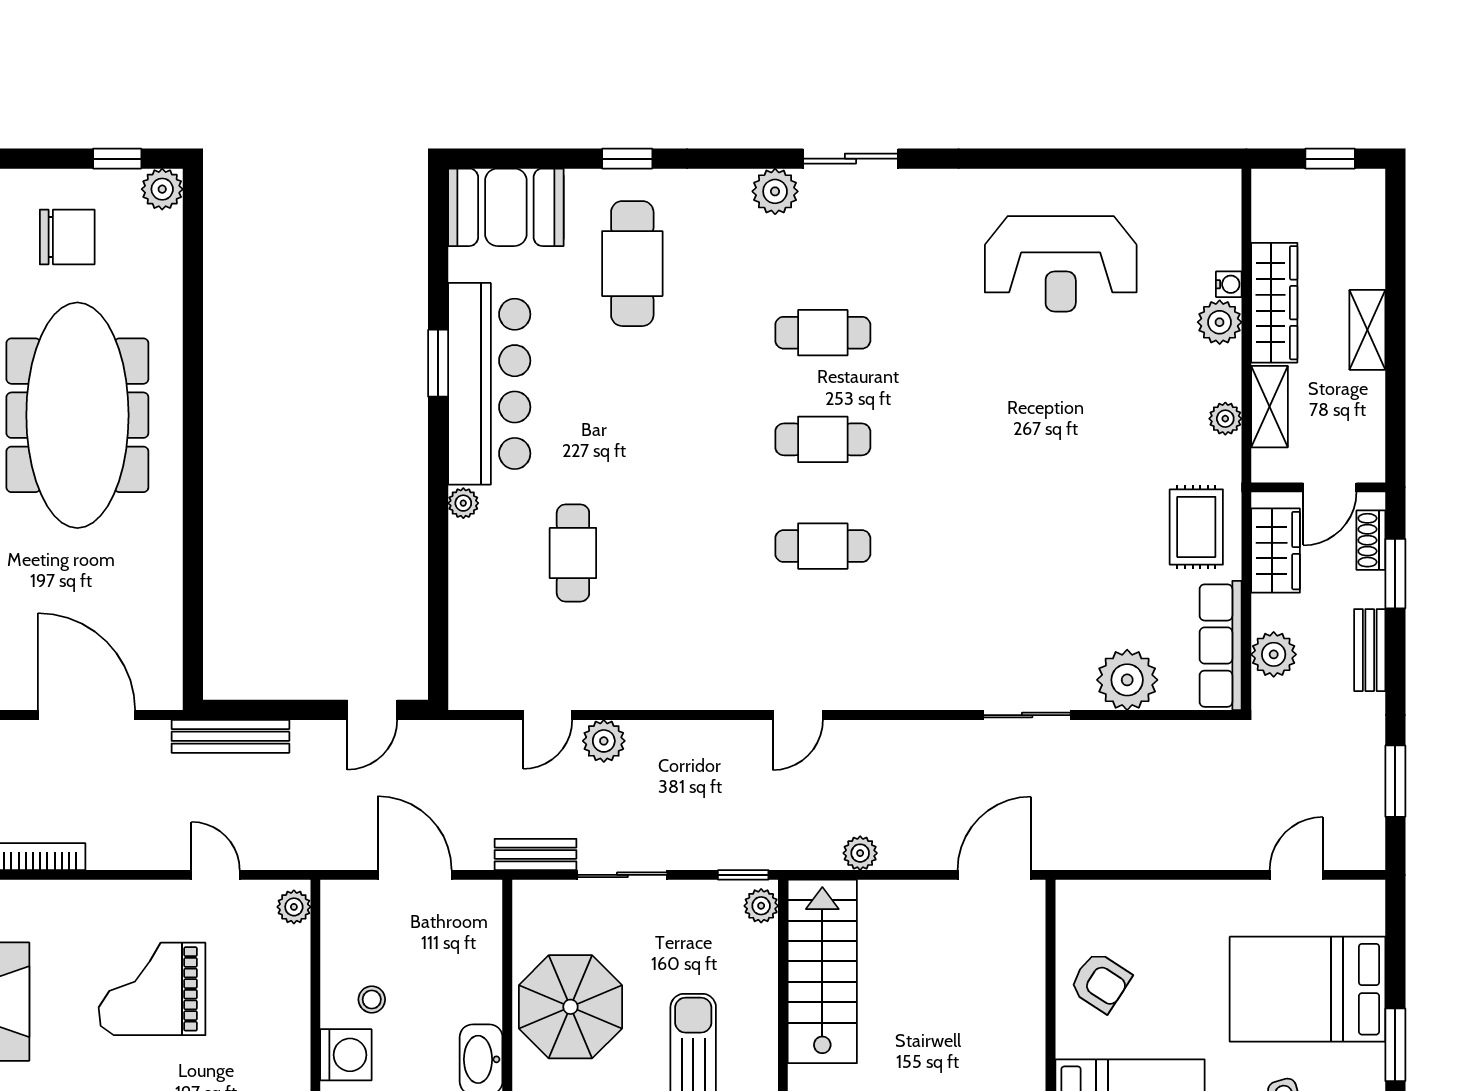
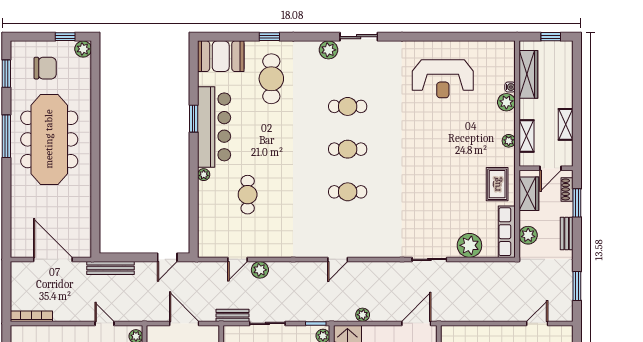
wardrobe: (1274, 303) -> (528, 74), moved
shelving: (1367, 330) -> (566, 124), moved

